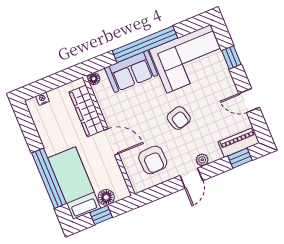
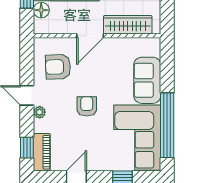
window: (145, 44) -> (167, 125), moved
floor lamp: (94, 79) -> (155, 43), removed
armchair: (179, 118) -> (87, 106), turned 106

